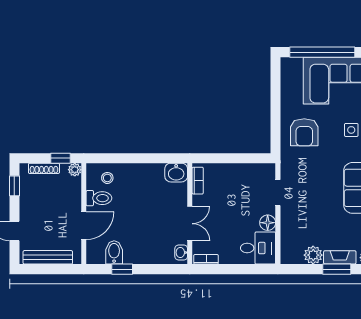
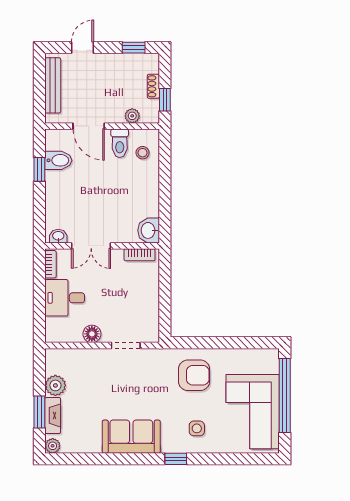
armchair: (304, 132) -> (194, 375), turned 180
shoe rack: (44, 168) -> (153, 86), width x0.70
plant: (75, 170) -> (132, 116), moved
desk: (258, 248) -> (65, 298), moved, turned 90

